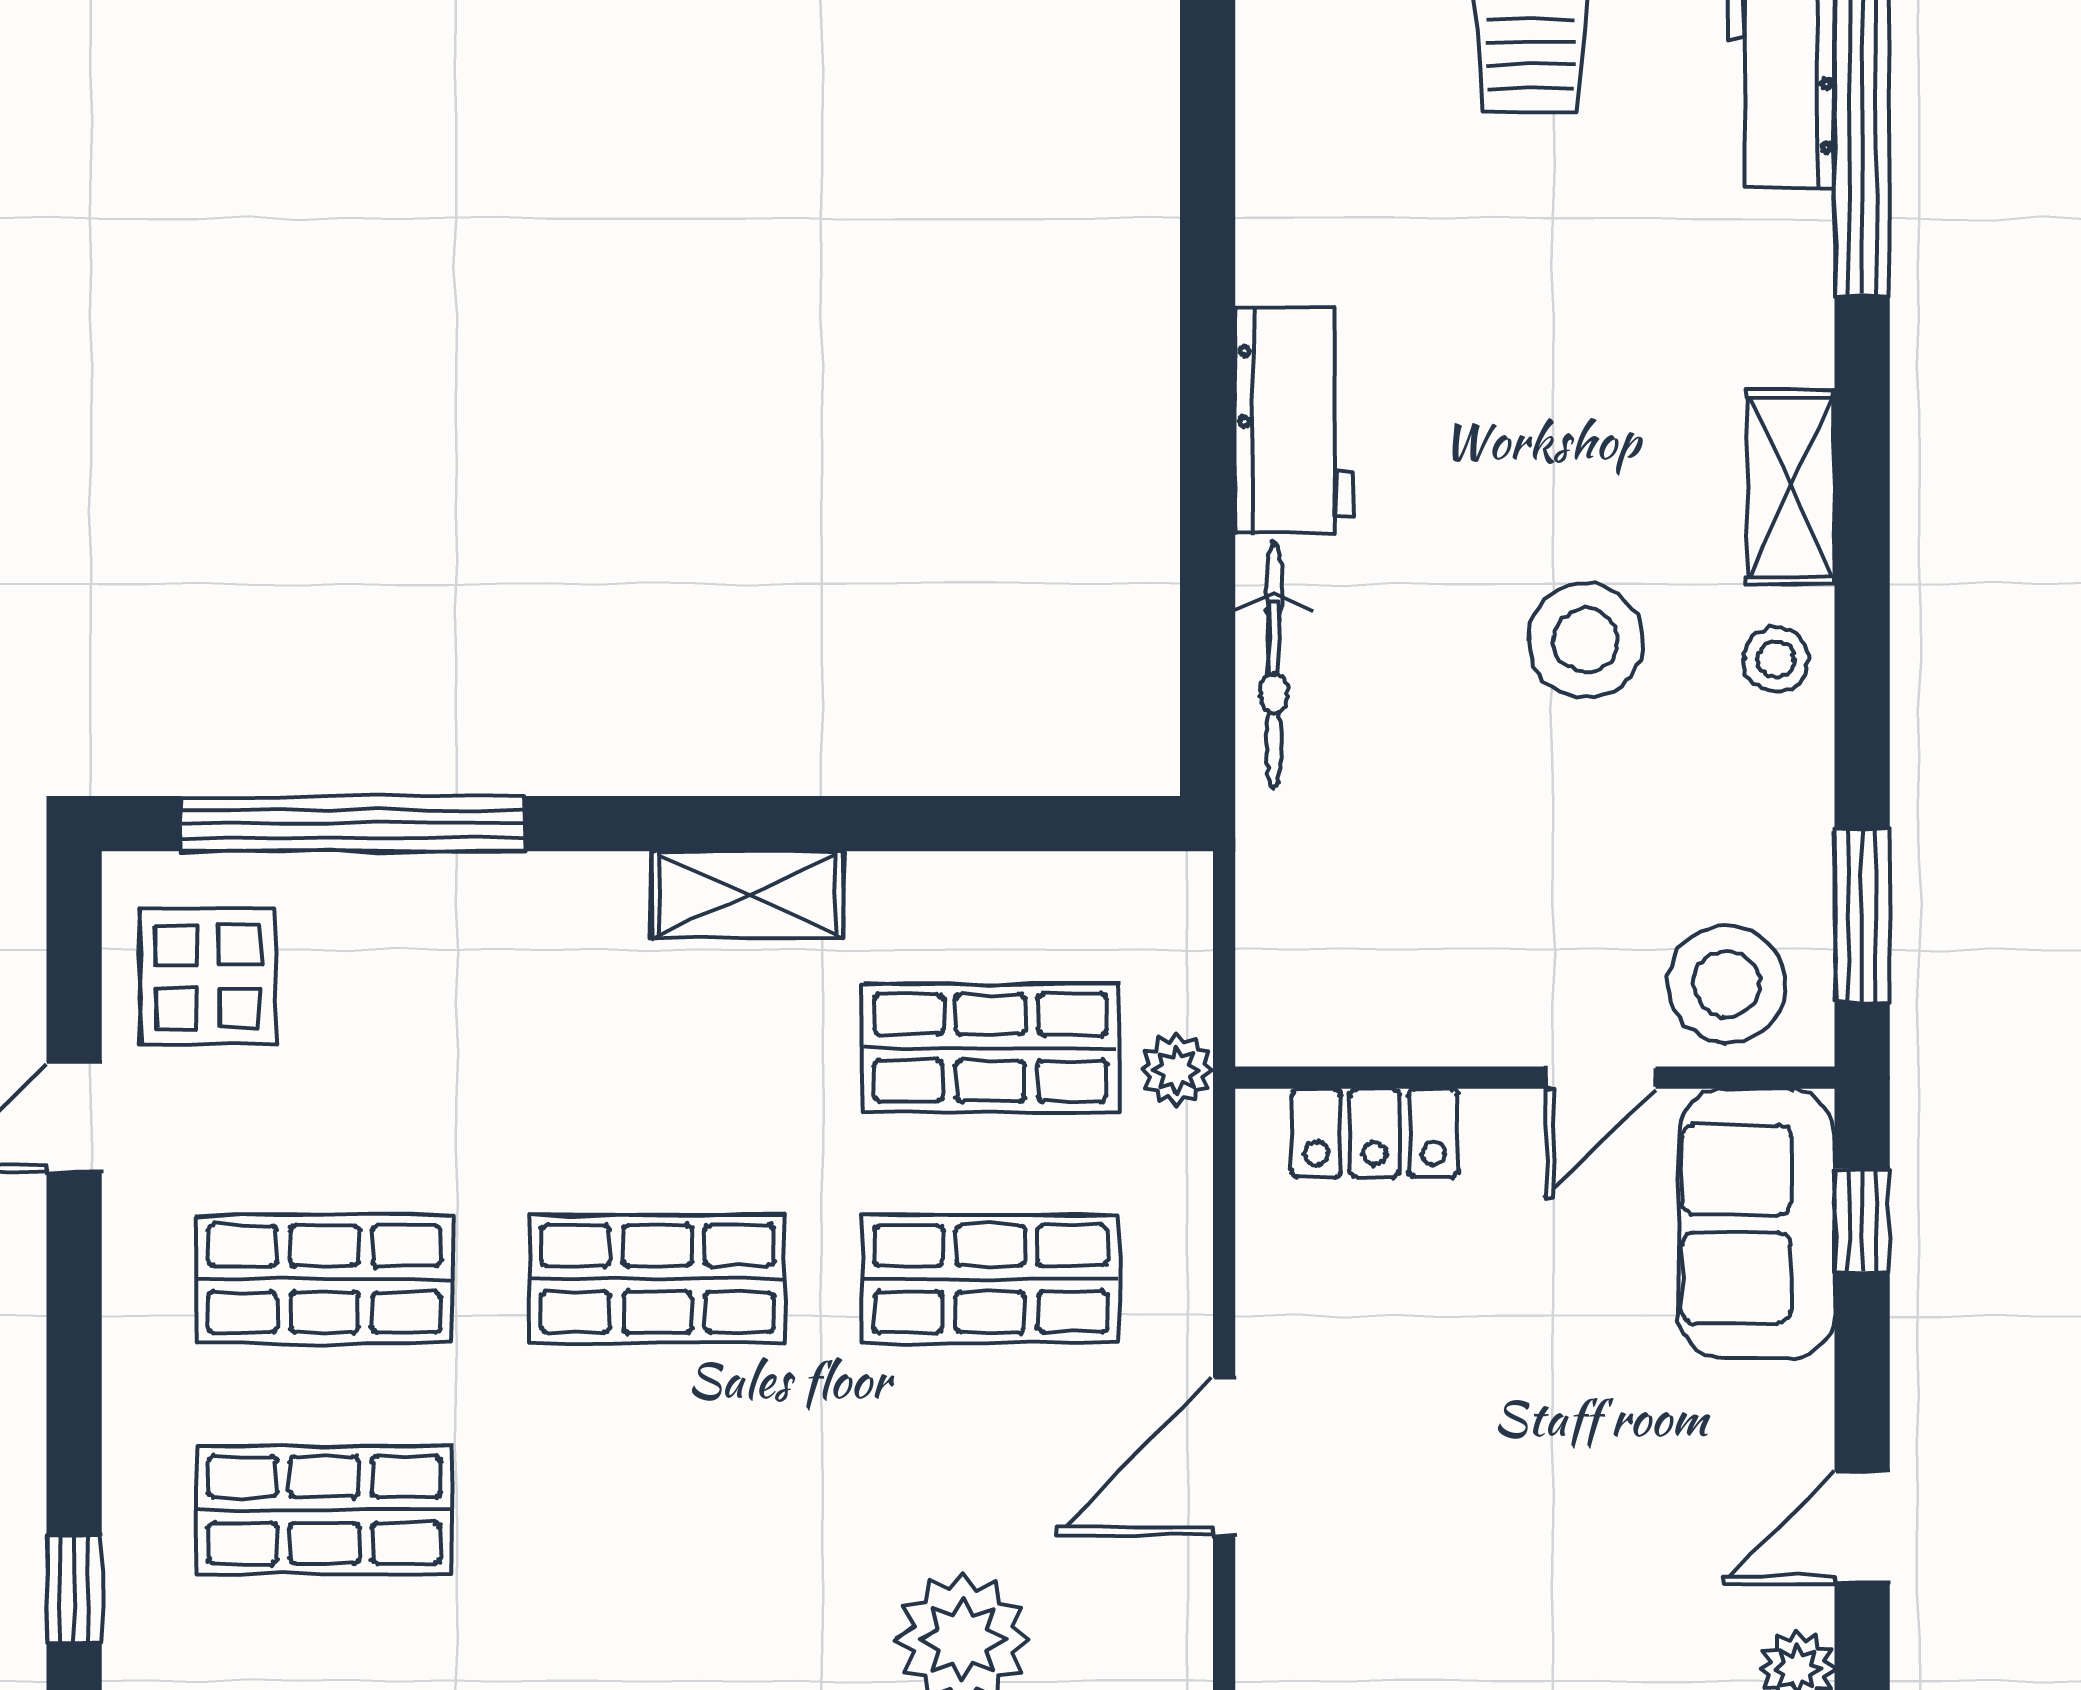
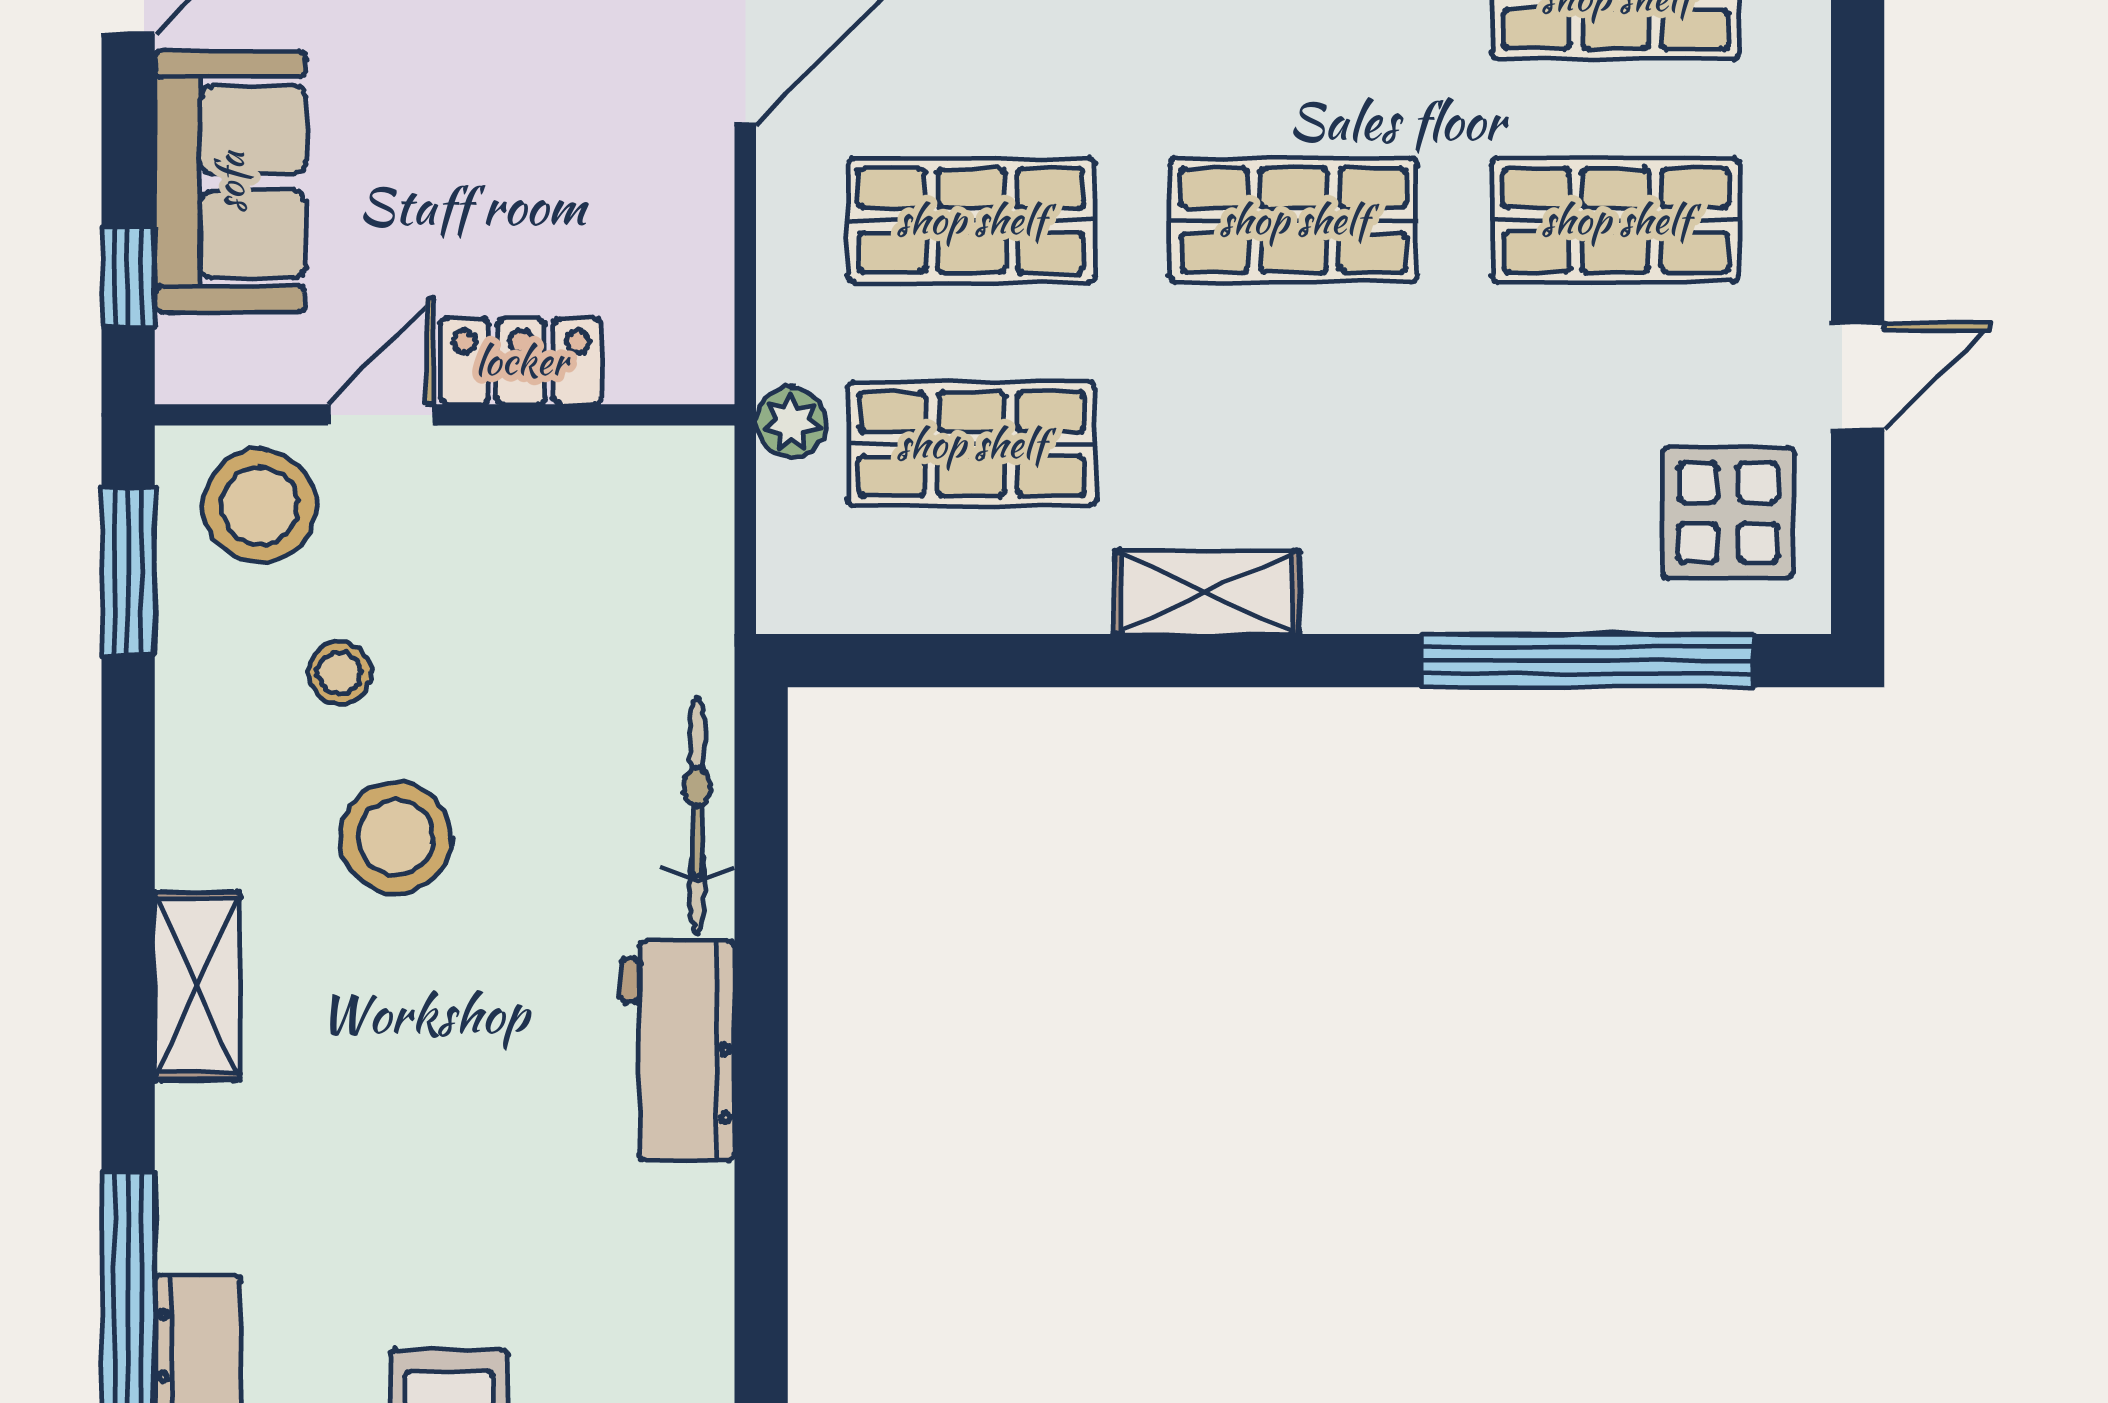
stool: (1776, 659) -> (340, 673), moved
locker: (1375, 1133) -> (521, 361), moved
sofa: (1757, 1224) -> (230, 182), moved

